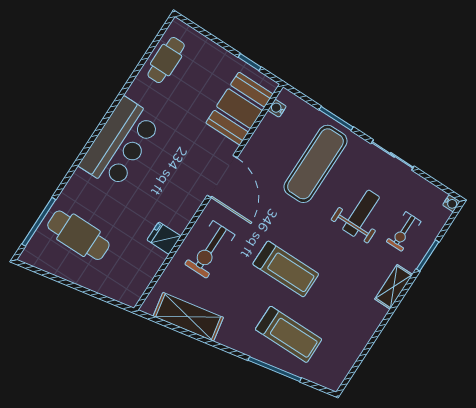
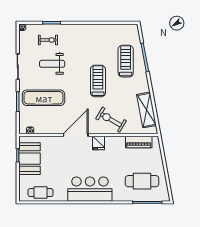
booth: (239, 109) -> (30, 159), moved, turned 90
cafe table: (78, 235) -> (142, 181), turned 90
fridge: (164, 238) -> (99, 143), moved
exercise bike: (210, 249) -> (111, 120), turned -150
piano: (145, 271) -> (139, 142), added
shelving: (394, 287) -> (75, 29), removed

